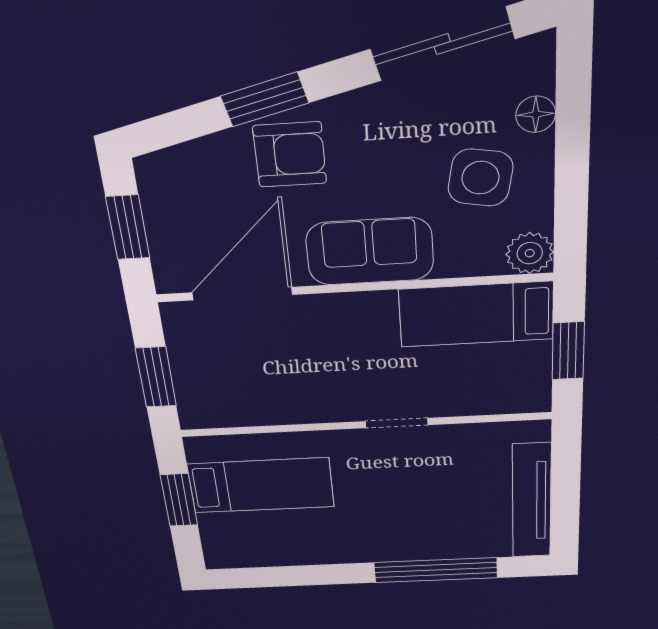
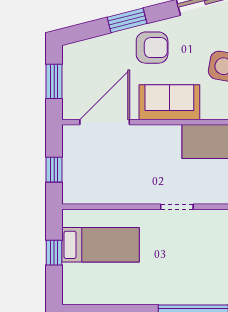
armchair: (290, 155) -> (152, 48), moved
window: (156, 377) -> (54, 170), width x0.67
window: (179, 500) -> (54, 253), width x0.67

